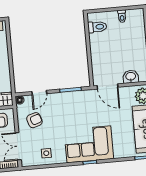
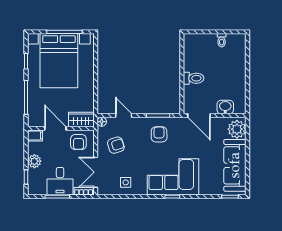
toilet: (97, 27) -> (194, 78), moved
door: (39, 93) -> (124, 116), swing flipped
armchair: (73, 107) -> (159, 134), added

